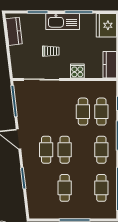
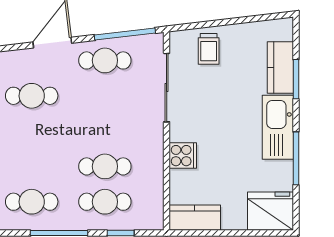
kitchen counter: (14, 31) -> (280, 68), moved, turned 97
trolley: (51, 51) -> (209, 49), moved
cafe table: (65, 150) -> (105, 60), moved

